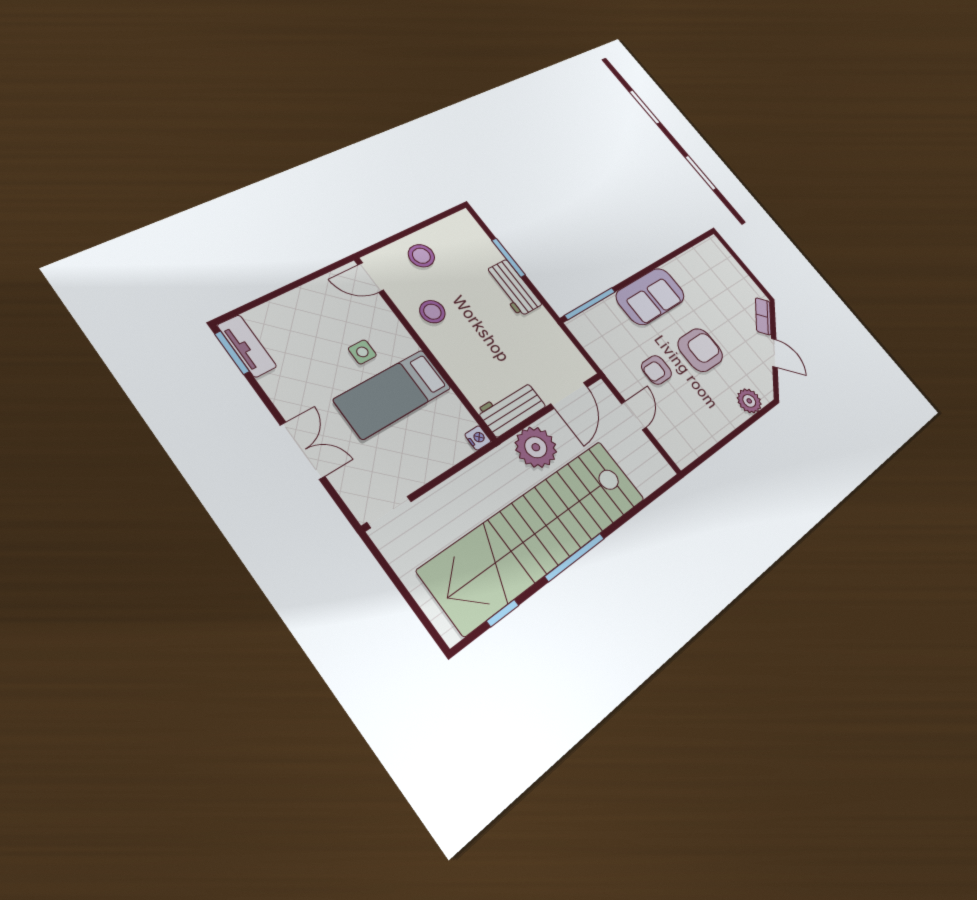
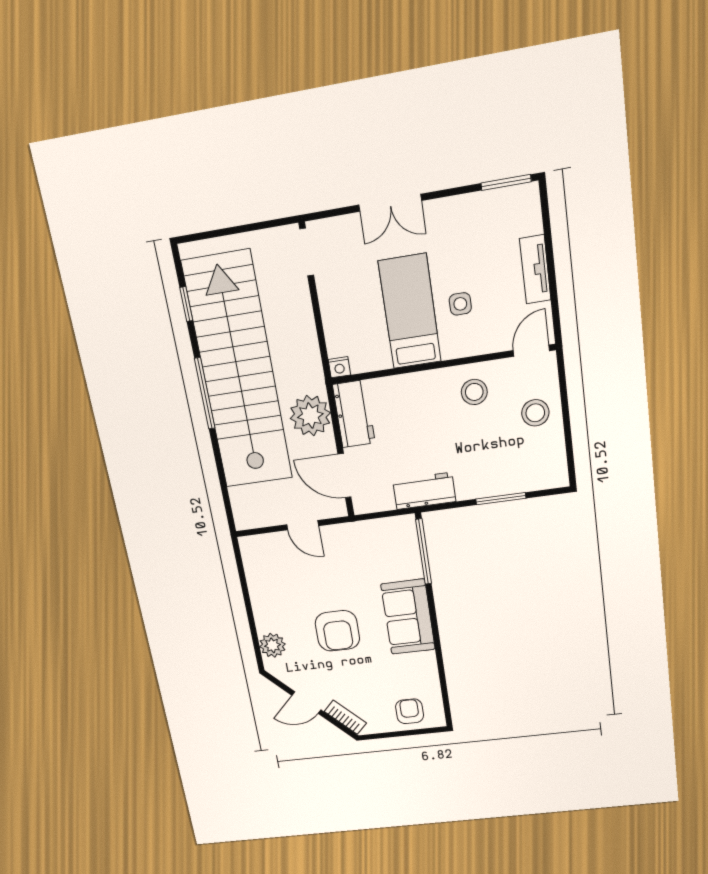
workbench: (513, 288) -> (424, 491), moved
tv unit: (247, 346) -> (535, 269), moved, turned 90
armchair: (656, 370) -> (410, 711), moved

